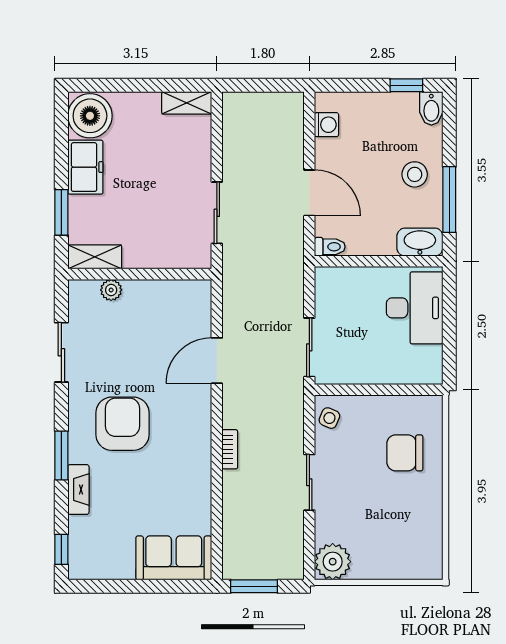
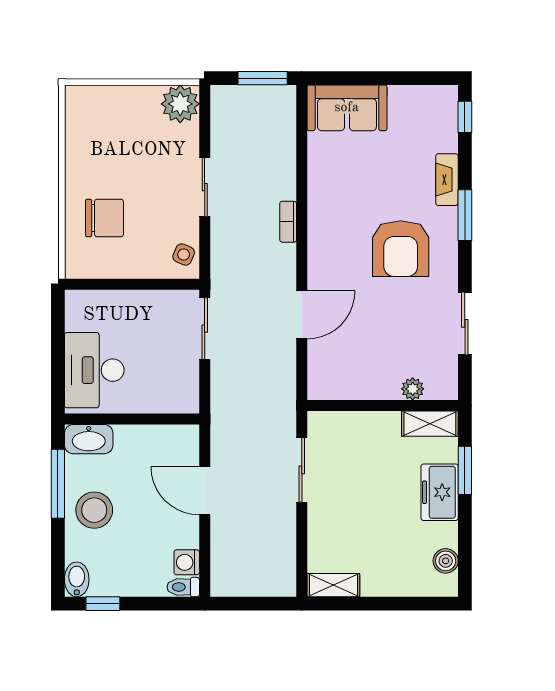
boiler: (90, 116) -> (446, 561), width x0.54, depth x0.54
freezer: (85, 167) -> (440, 492), moved
stool: (415, 174) -> (94, 510), width x1.38, depth x1.38
toilet: (330, 247) -> (183, 587), moved

